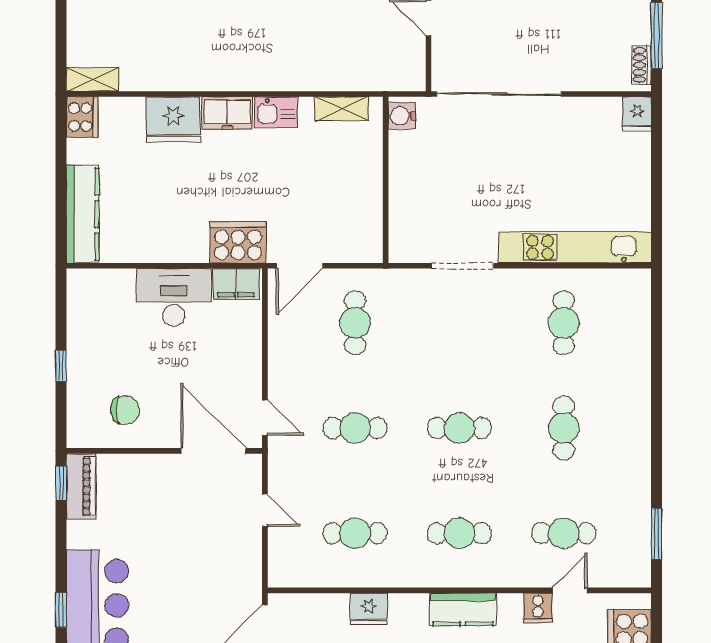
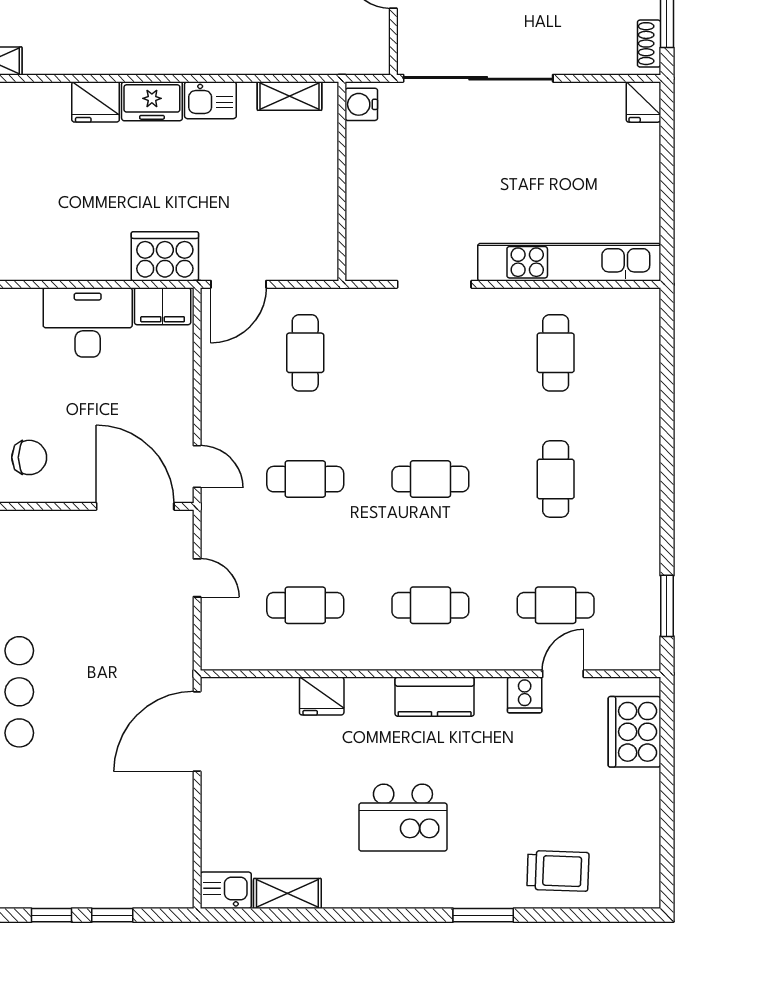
fridge: (173, 119) -> (96, 102), width x0.73, depth x0.75

